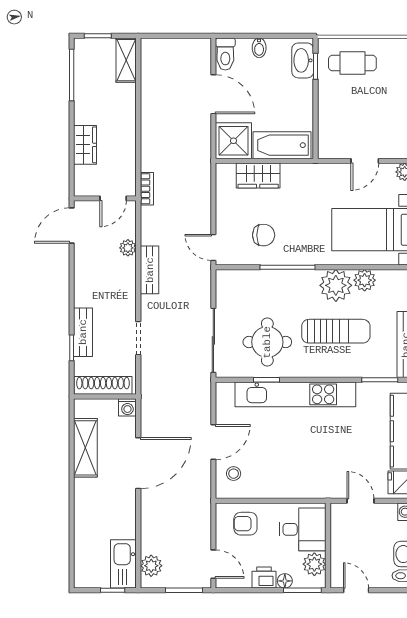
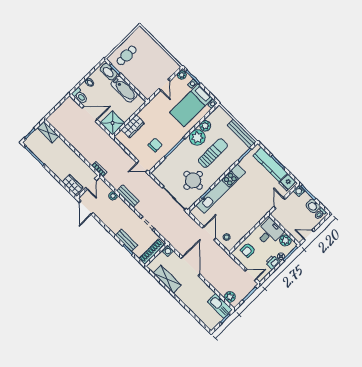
wardrobe: (85, 145) -> (72, 185), moved
bathtub: (282, 145) -> (124, 89), moved, turned -90
door: (361, 501) -> (279, 203), hinge flipped

